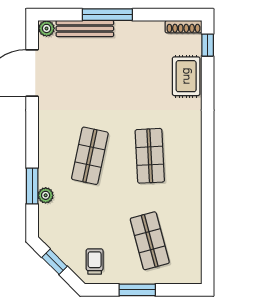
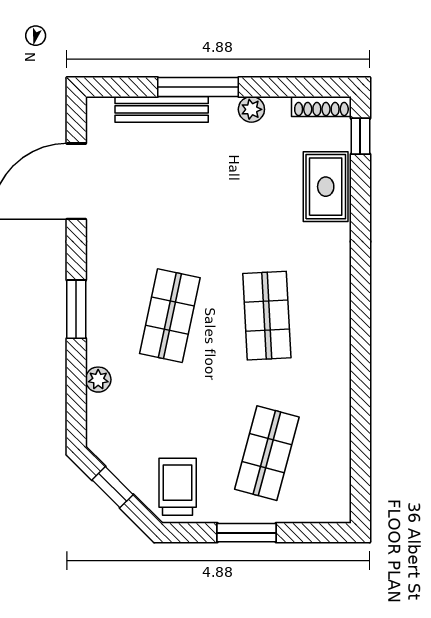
plant: (47, 28) -> (251, 109), moved
window: (32, 186) -> (76, 309), moved
shop shelf: (150, 241) -> (267, 453), turned 30
trolley: (95, 261) -> (178, 487), width x1.36, depth x1.39

